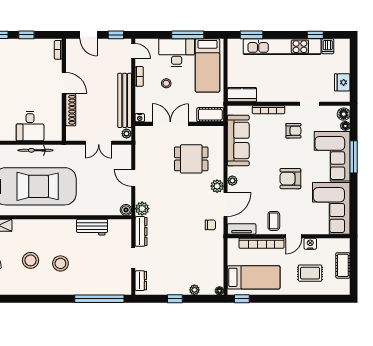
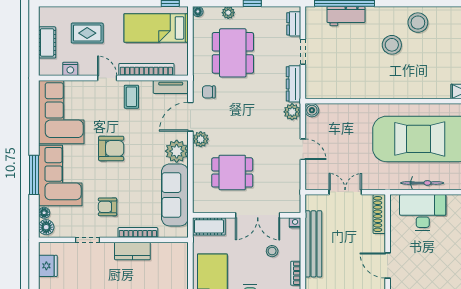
stool: (166, 83) -> (272, 251), moved
kitchen counter: (242, 95) -> (132, 251), moved
shoe rack: (71, 110) -> (379, 214), moved
desk: (30, 126) -> (423, 212), width x1.37
plant: (126, 134) -> (311, 203), removed
plant: (232, 181) -> (177, 151), width x1.87, depth x1.87
workbench: (92, 227) -> (346, 16), moved, turned 180
door: (294, 236) -> (107, 78), hinge flipped
nightstand: (310, 244) -> (70, 69), moved
dining table: (191, 257) -> (233, 53), added
stool: (31, 260) -> (418, 23), moved

